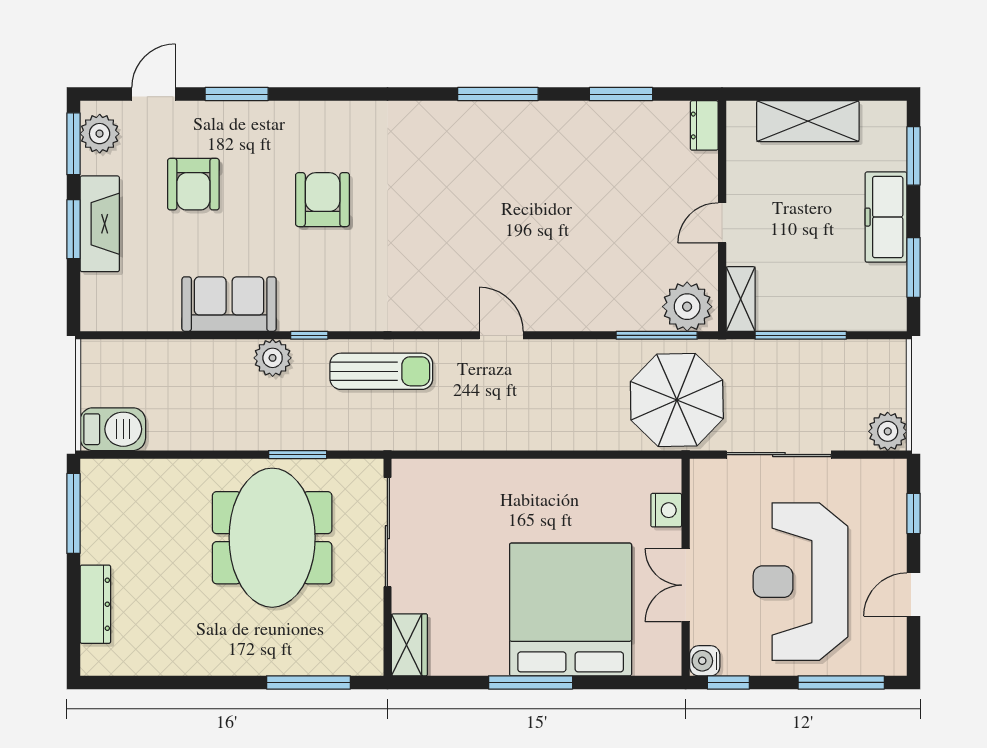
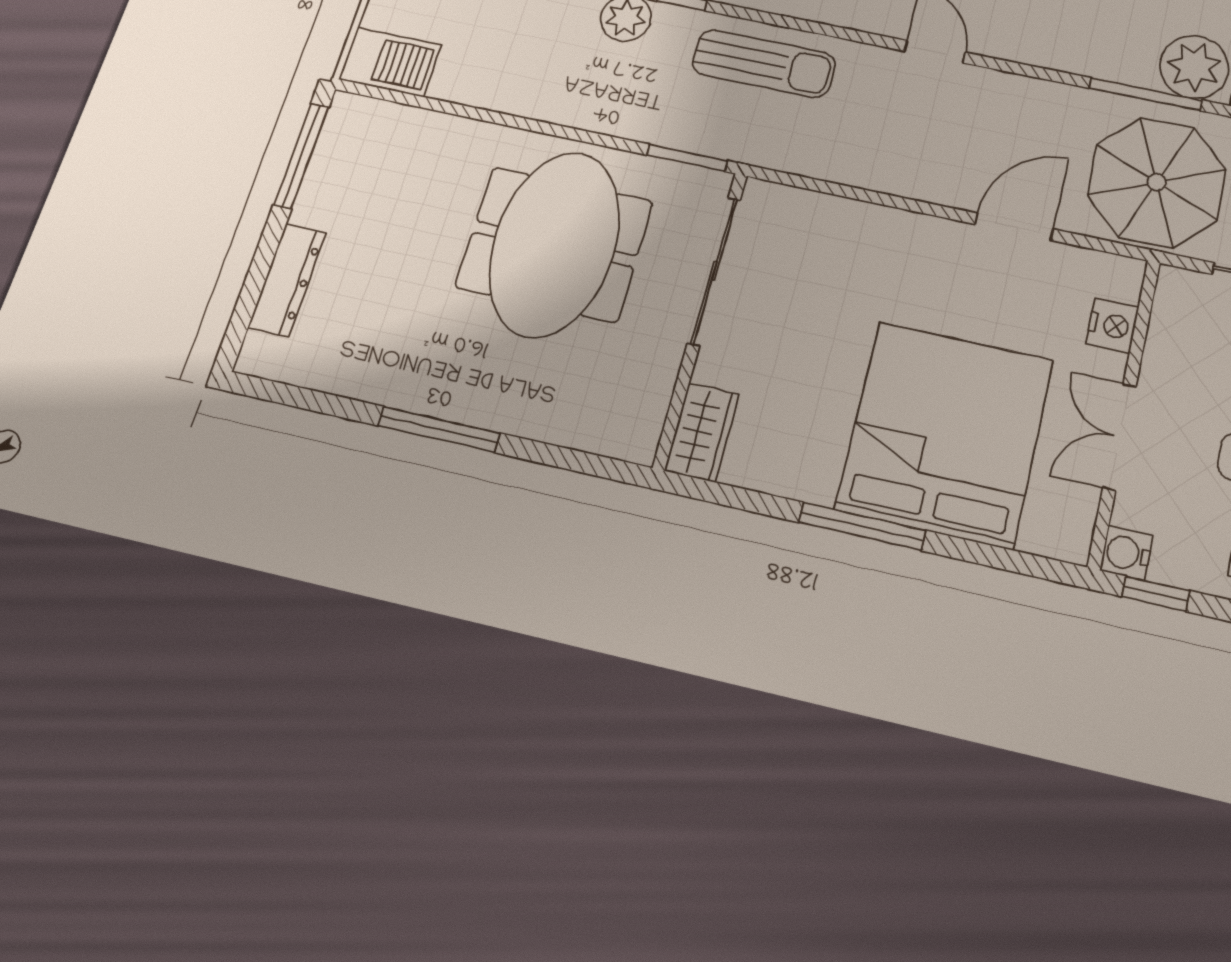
window: (298, 455) -> (687, 158), moved
door: (585, 455) -> (1014, 227), added
window: (308, 682) -> (439, 429), moved

